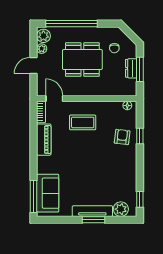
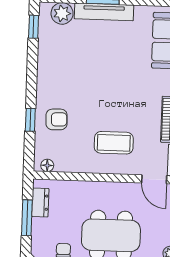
dresser: (131, 68) -> (40, 202), moved
armchair: (122, 137) -> (57, 119), turned -99

